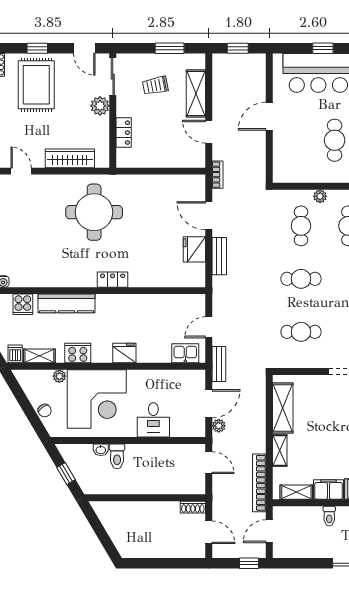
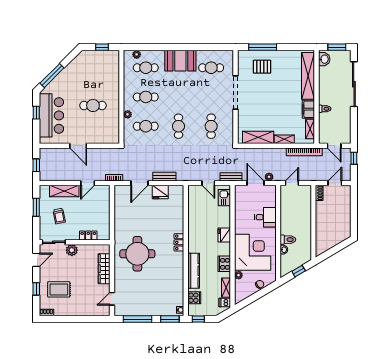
rug: (36, 85) -> (59, 289), width x0.73, depth x0.70

